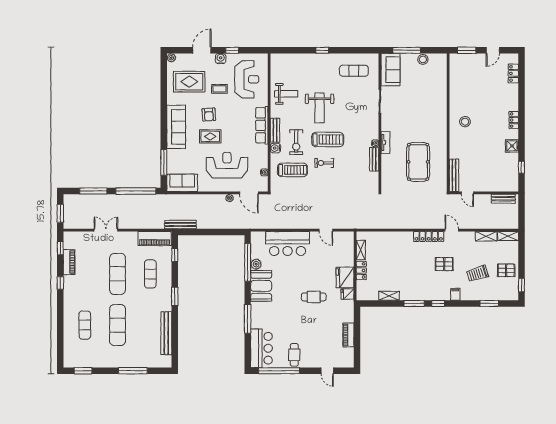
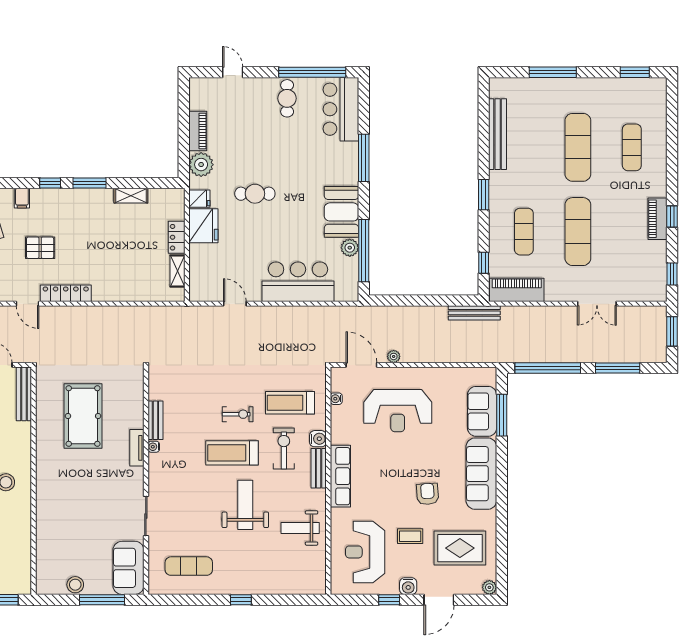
rug: (210, 136) -> (425, 458), removed
sofa: (182, 183) -> (482, 411), moved, turned 90
piano: (69, 262) -> (658, 219), moved
plant: (346, 315) -> (201, 165), added

